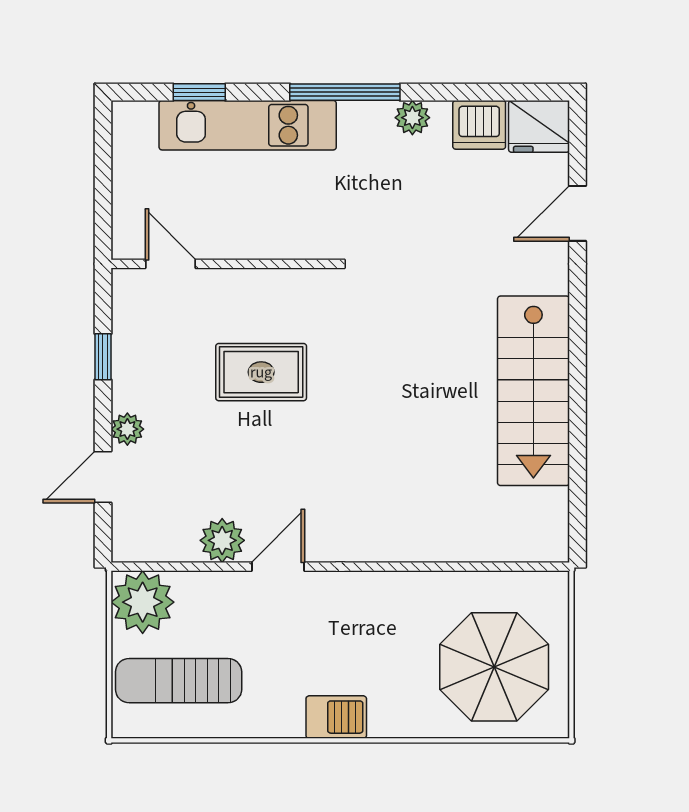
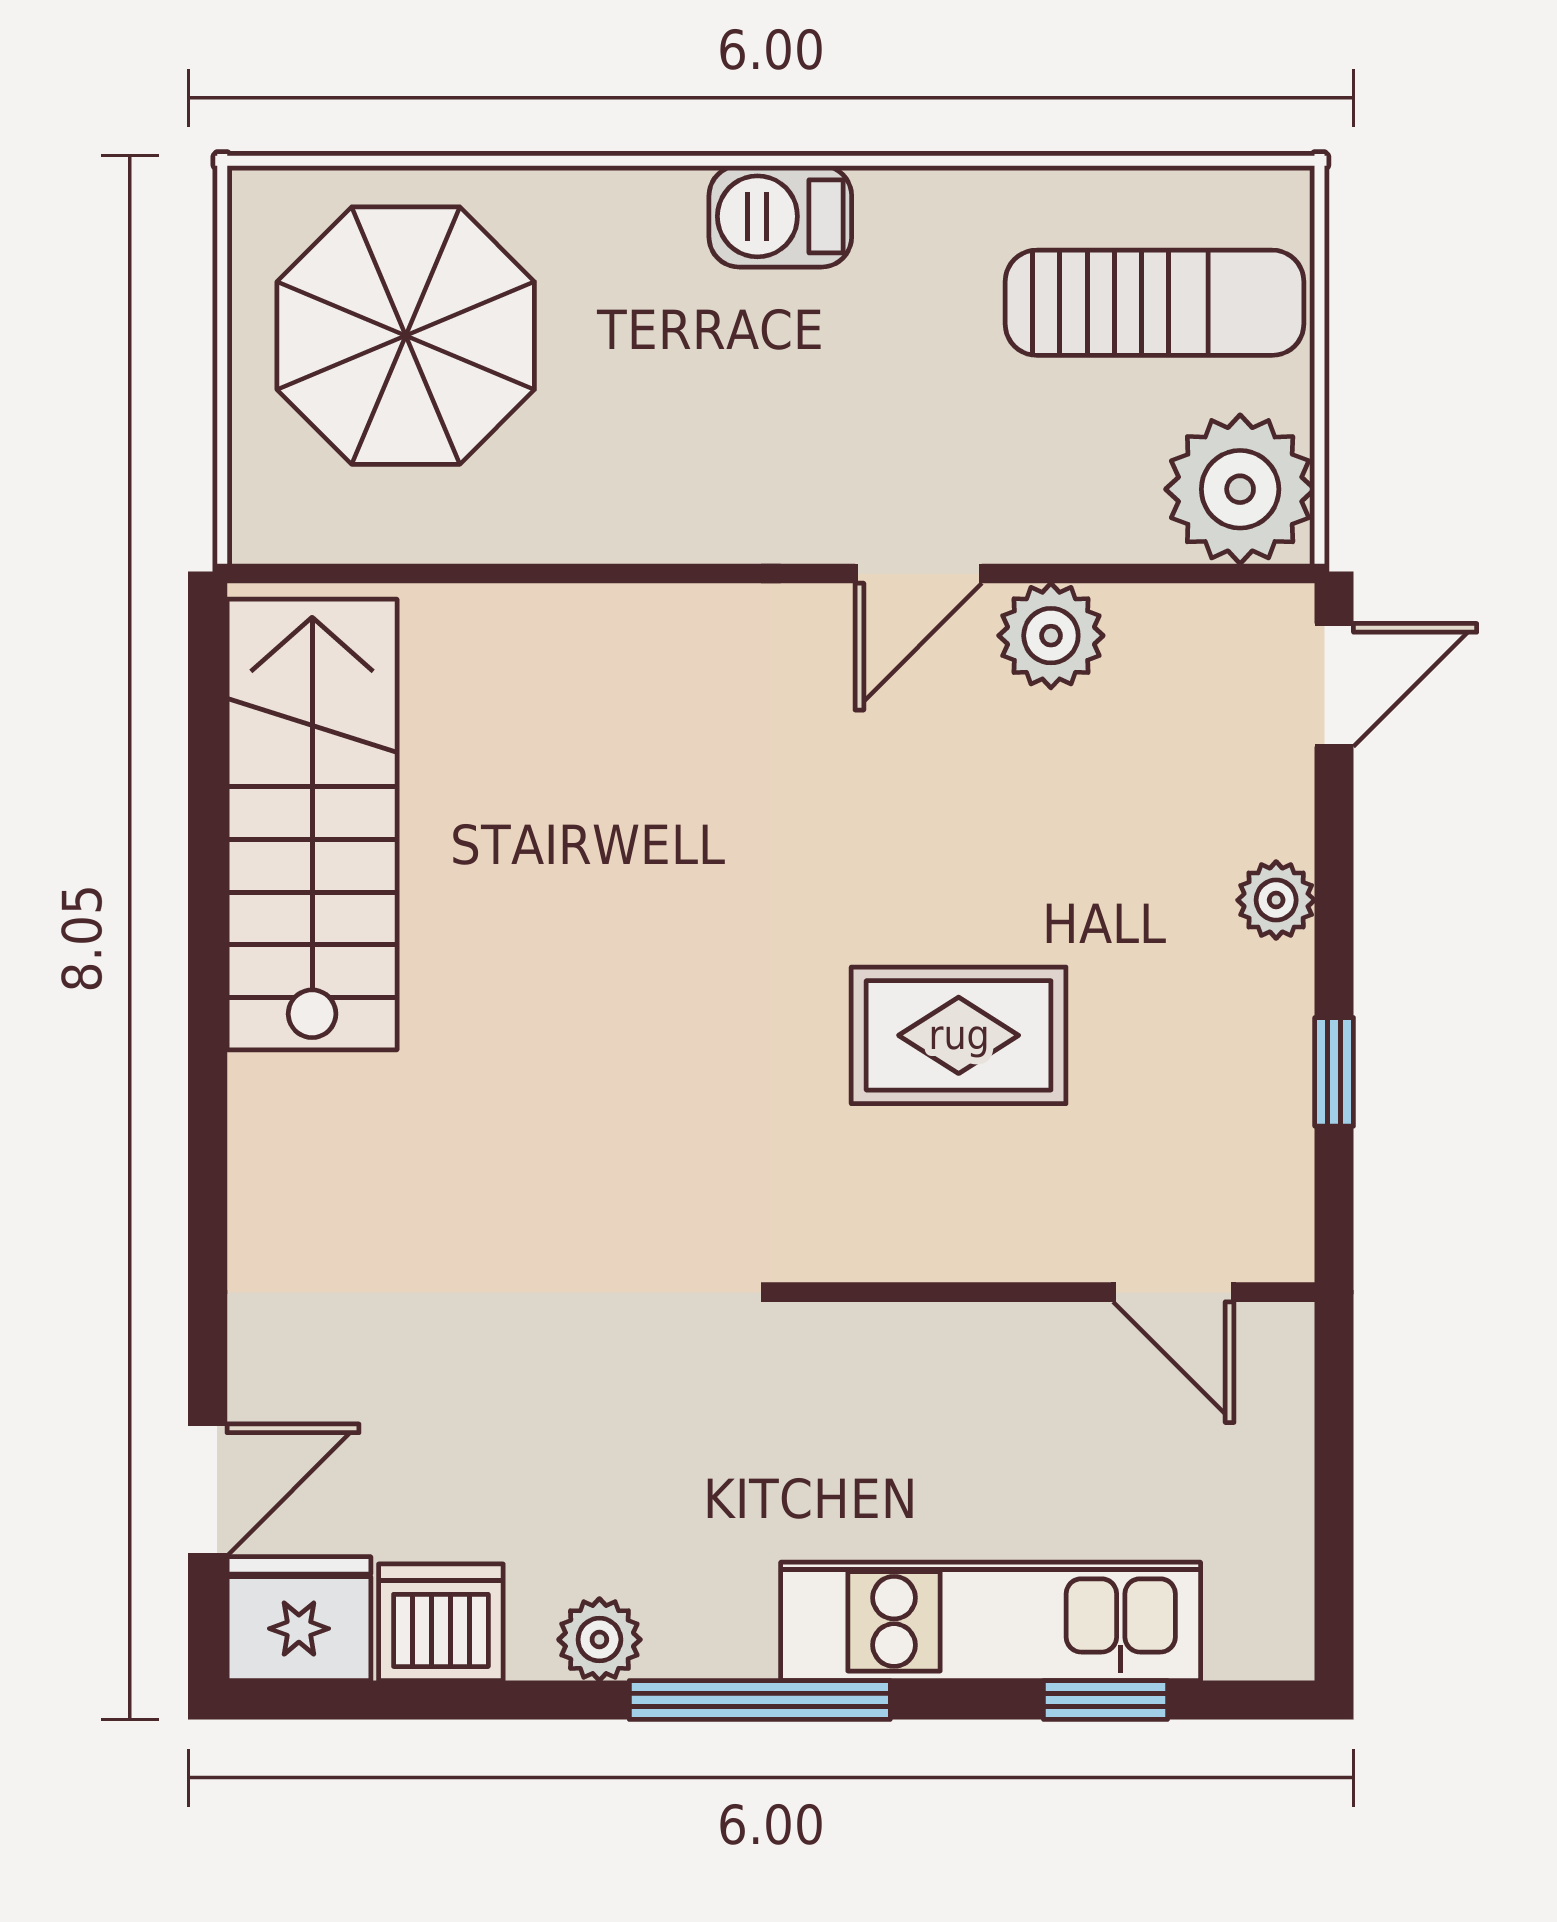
door: (577, 213) -> (208, 1490), moved
stairs: (533, 391) -> (312, 824), moved
door: (103, 477) -> (1334, 685), moved

